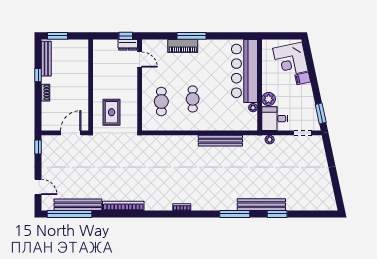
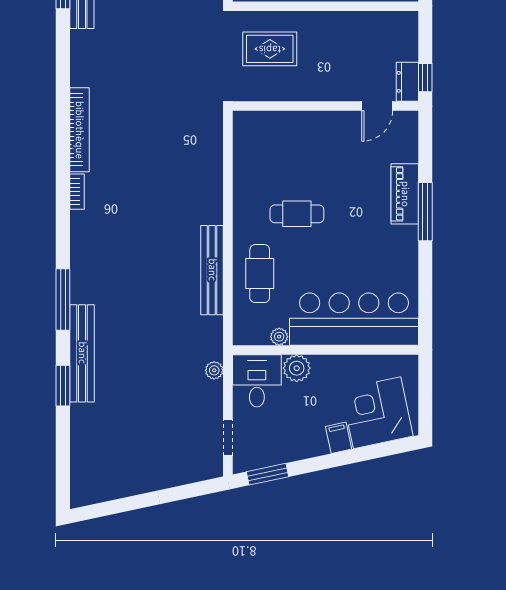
cafe table: (161, 101) -> (260, 274), moved, turned 90
bookcase: (123, 206) -> (79, 130), moved

